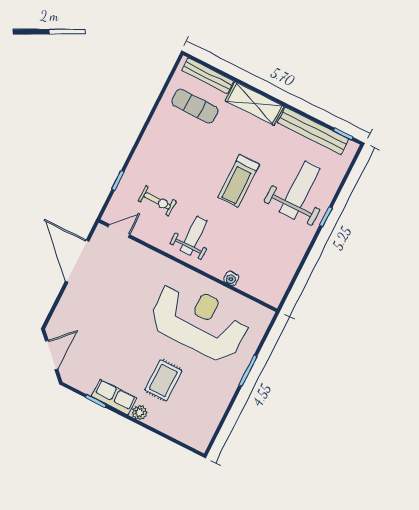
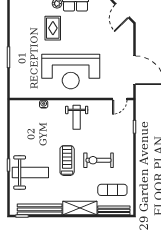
weight bench: (300, 190) -> (30, 172), turned -90
exercise bike: (157, 201) -> (99, 160), moved, width x1.38, depth x1.39
reception desk: (199, 321) -> (71, 71), moved

